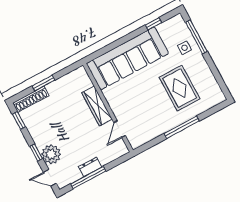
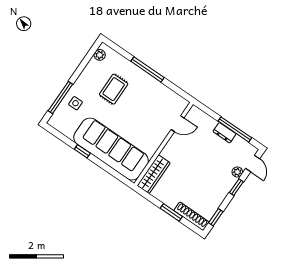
window: (153, 24) -> (82, 151), moved
rug: (180, 88) -> (114, 89), width x0.73, depth x0.70
plant: (216, 91) -> (100, 55), added
wardrobe: (97, 106) -> (154, 174), moved
plant: (51, 154) -> (237, 172), width x0.53, depth x0.53

